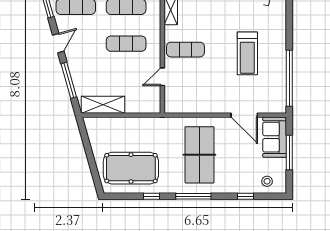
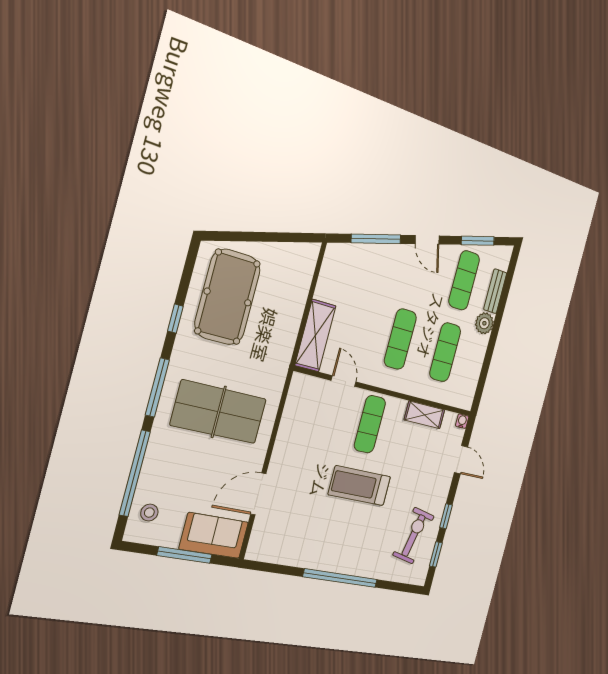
treadmill: (247, 53) -> (359, 486), moved
window: (289, 78) -> (340, 578), moved
shelving: (103, 105) -> (315, 336), moved
window: (246, 196) -> (135, 473), width x3.17

